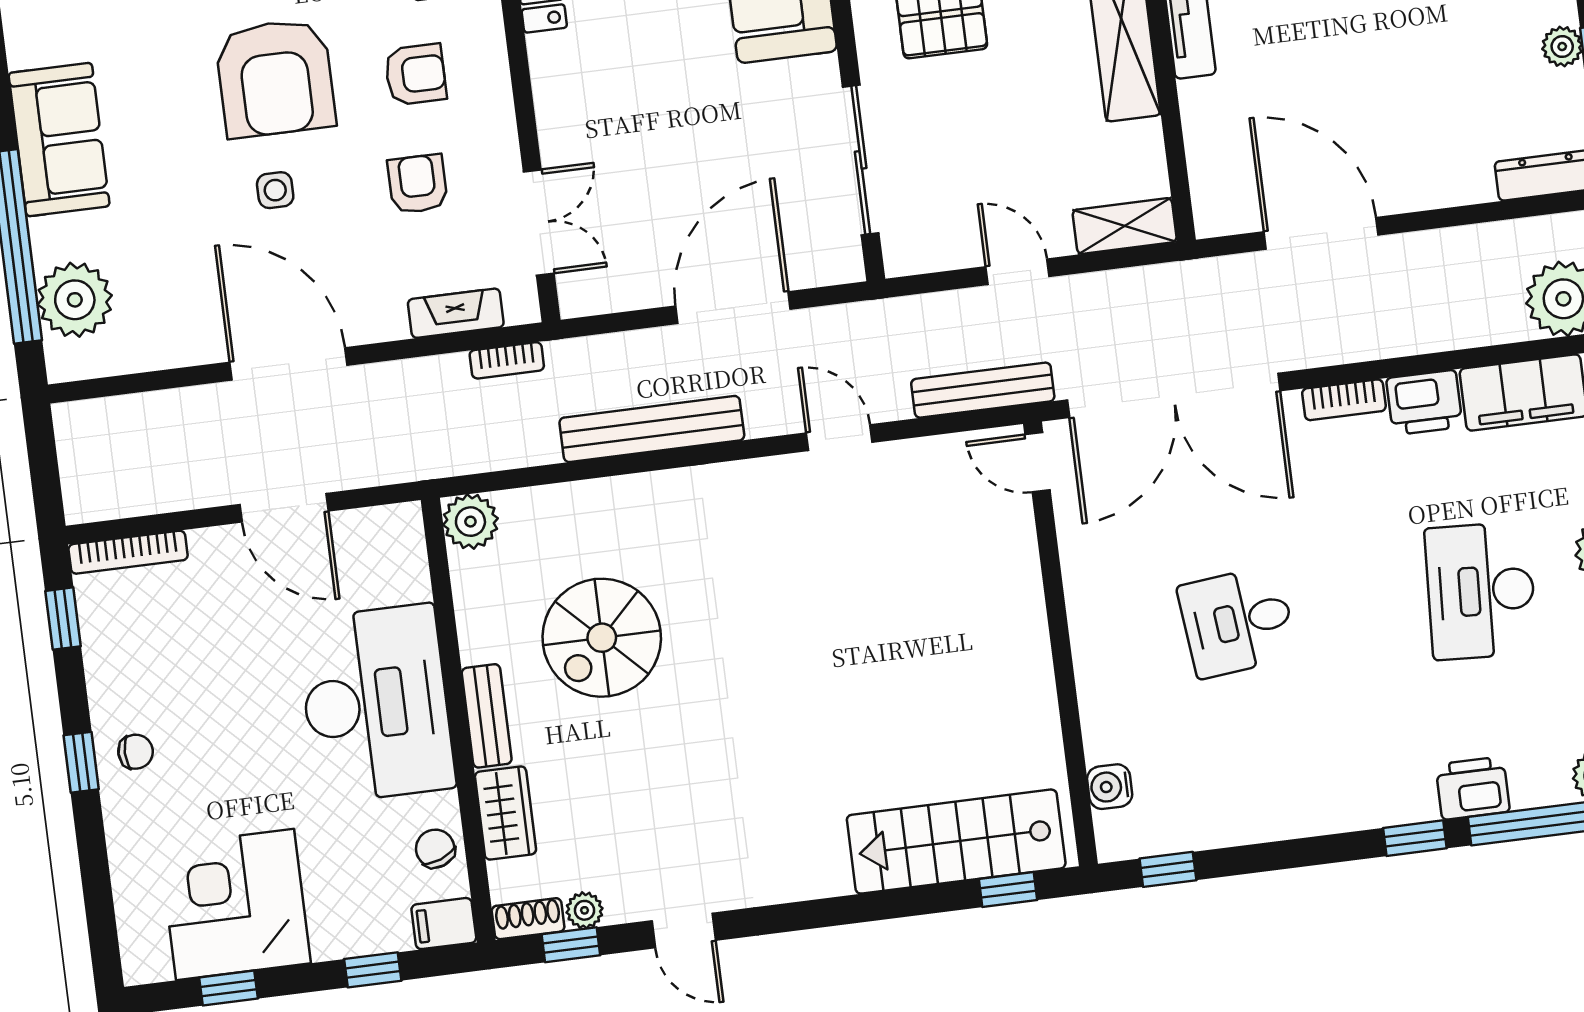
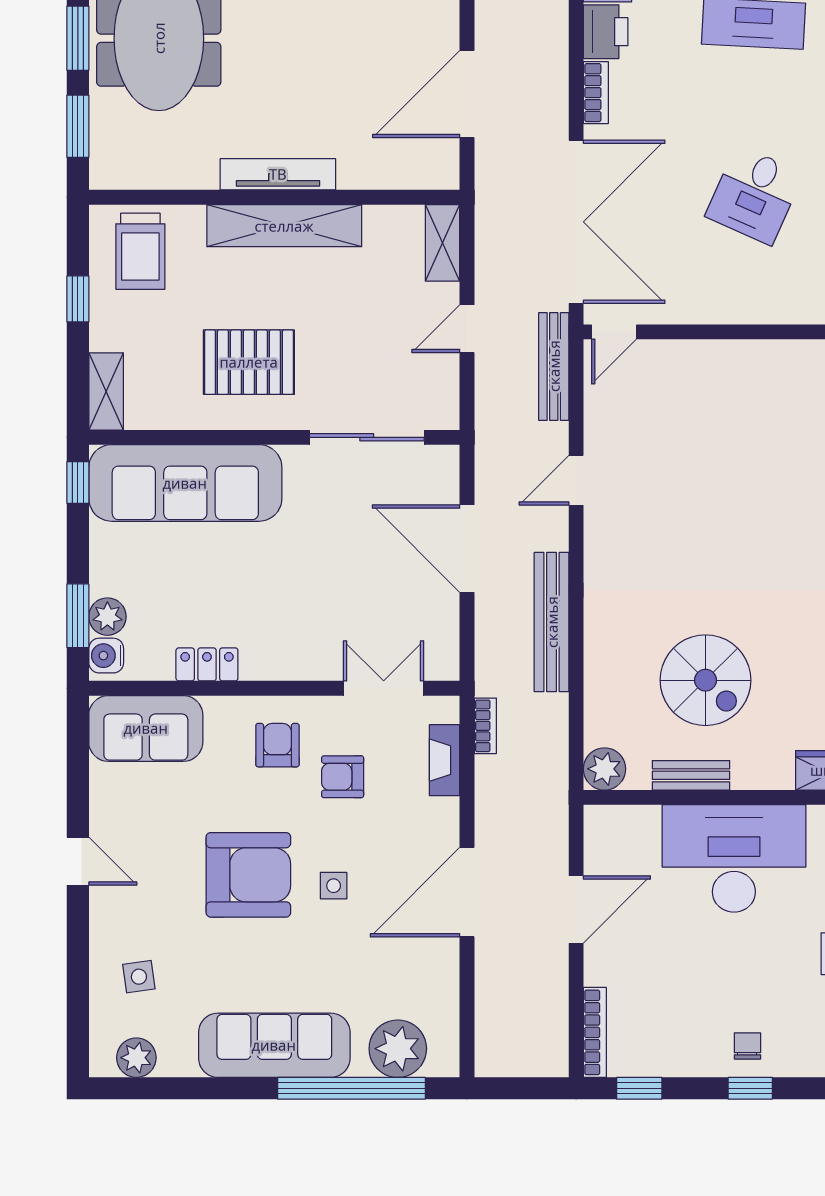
armchair: (416, 74) -> (277, 745), moved
sofa: (59, 140) -> (274, 1045), width x1.36
desk: (1238, 622) -> (754, 195), turned 30
bench: (487, 716) -> (691, 775), moved

